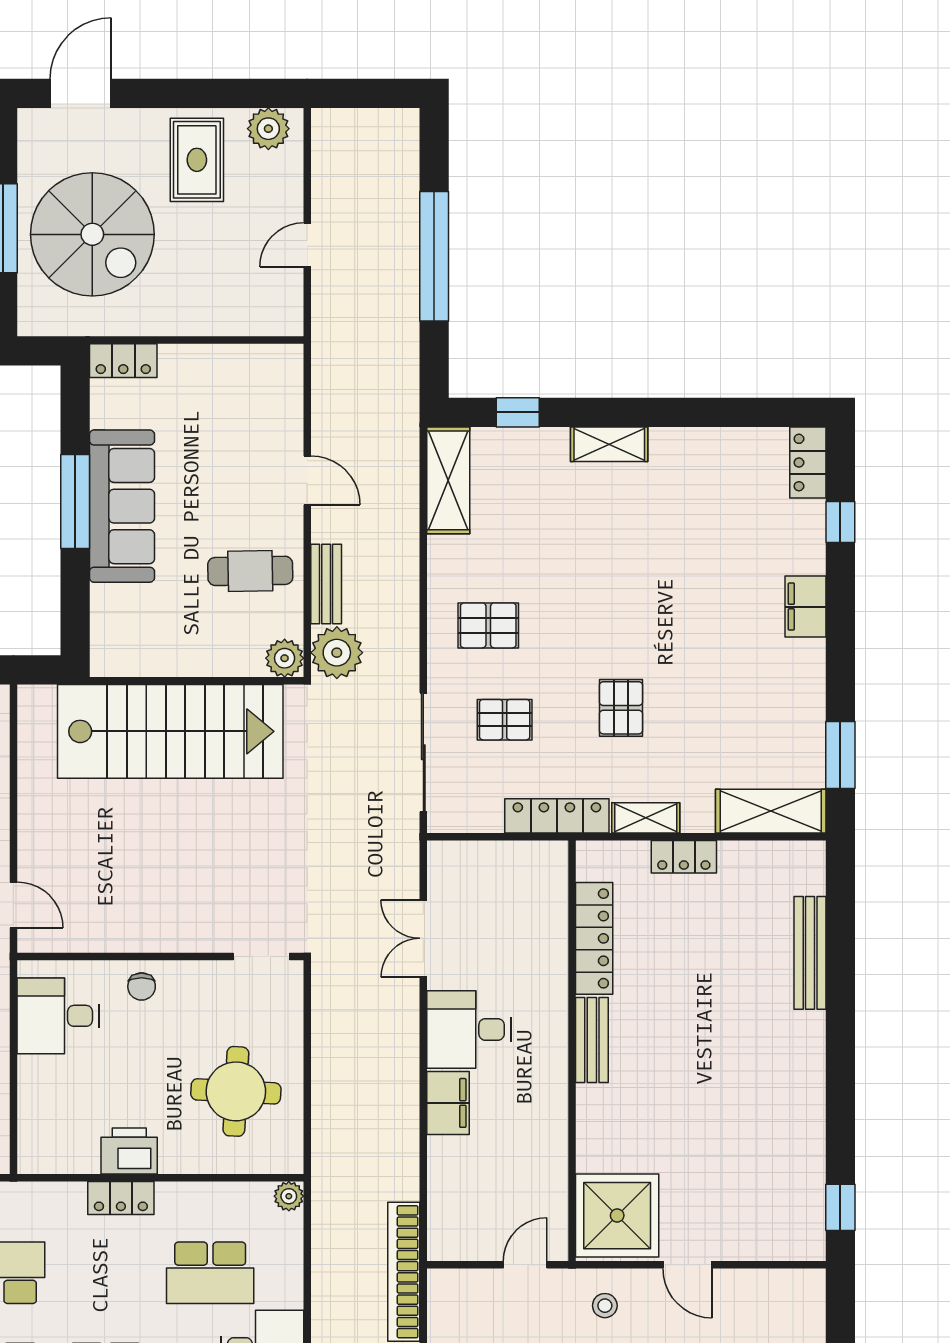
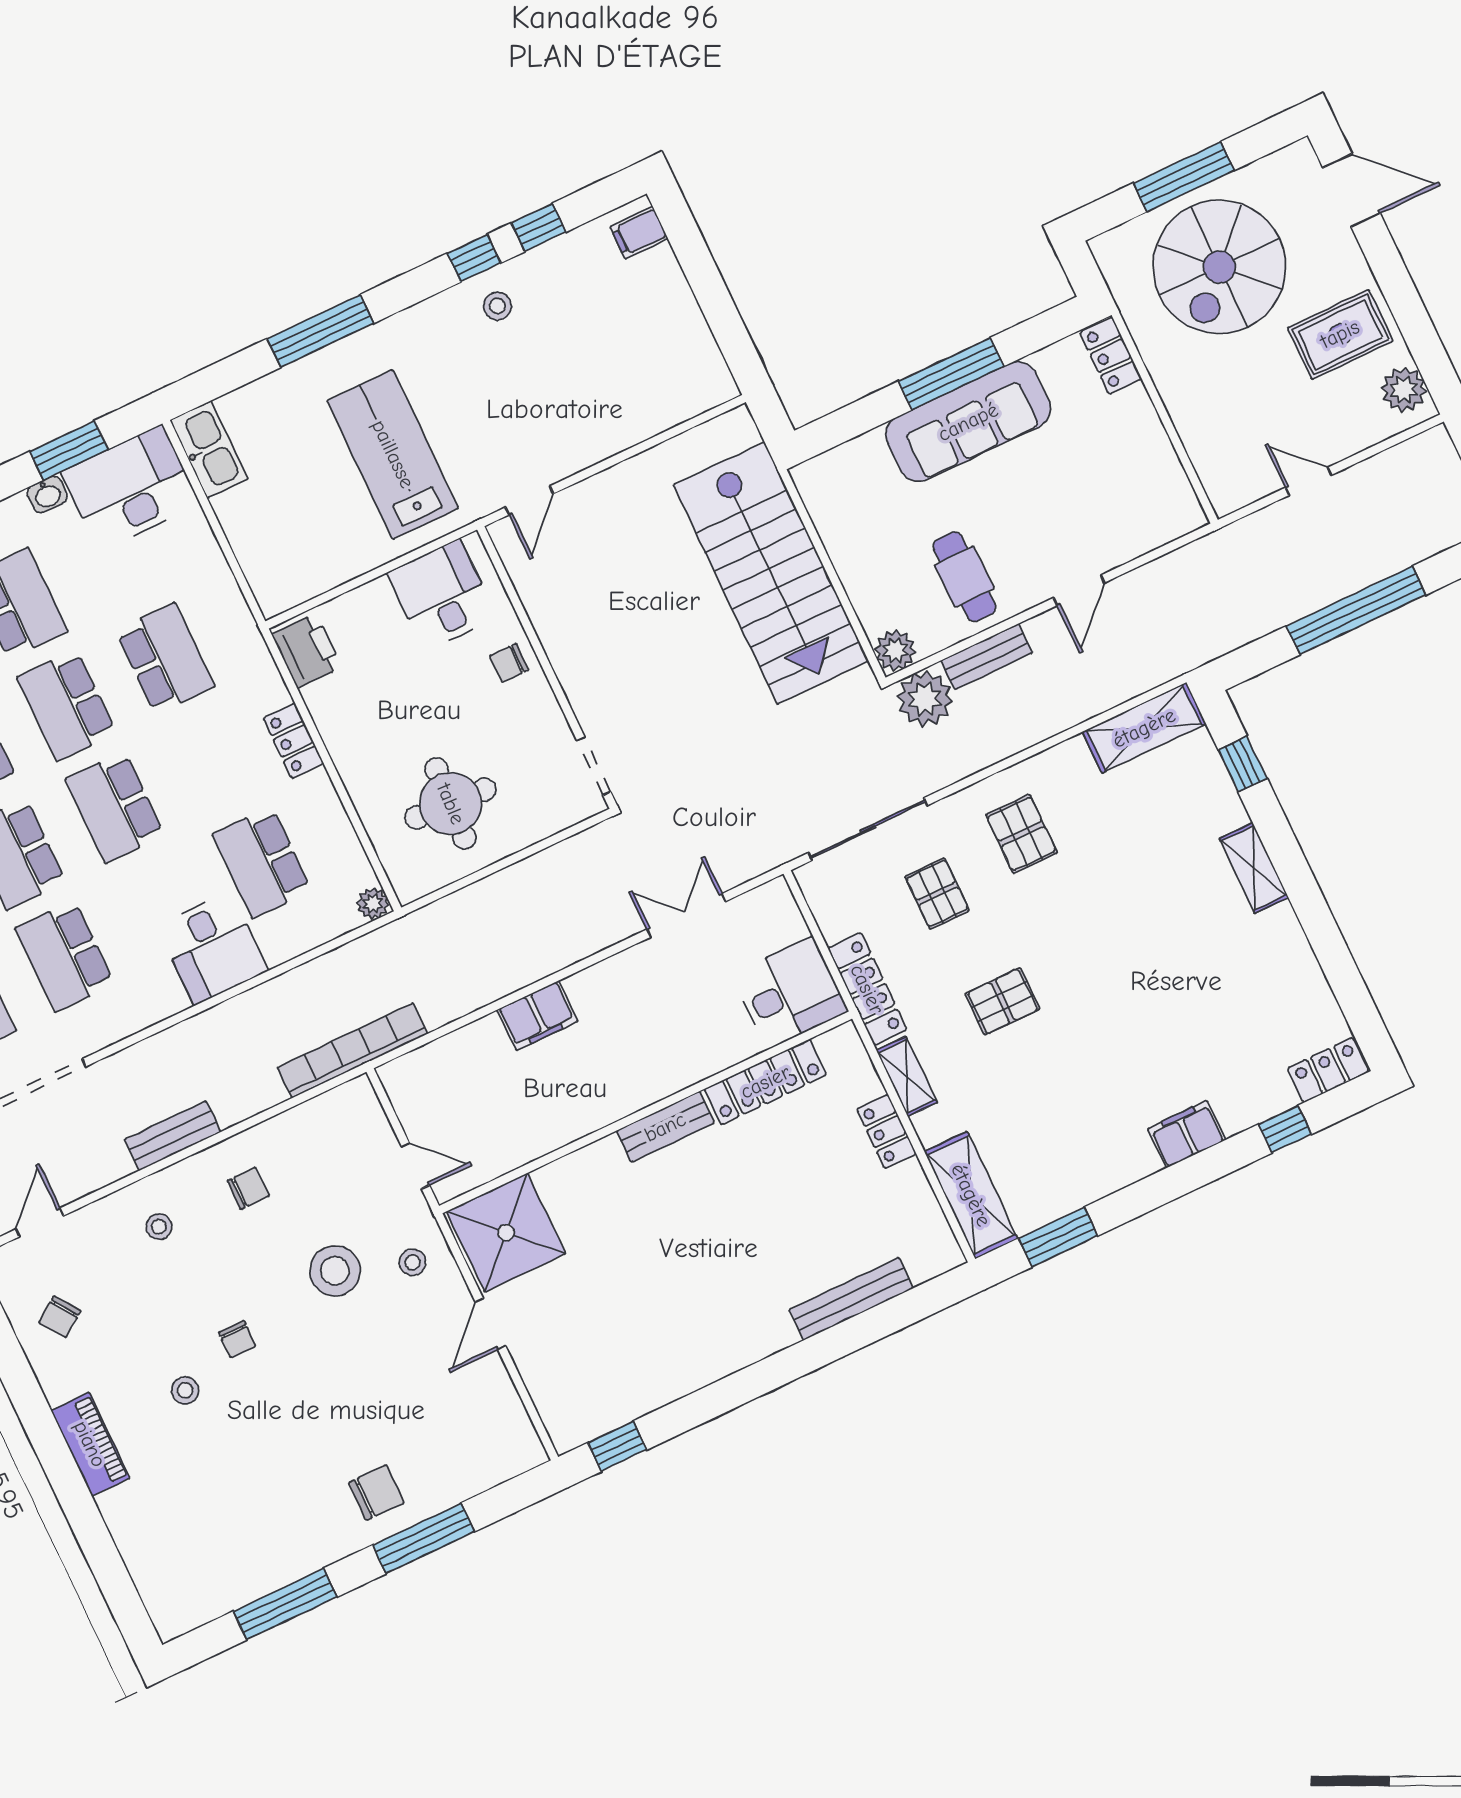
desk: (469, 1029) -> (790, 993), moved, turned 90
printer: (129, 1151) -> (307, 651), moved

